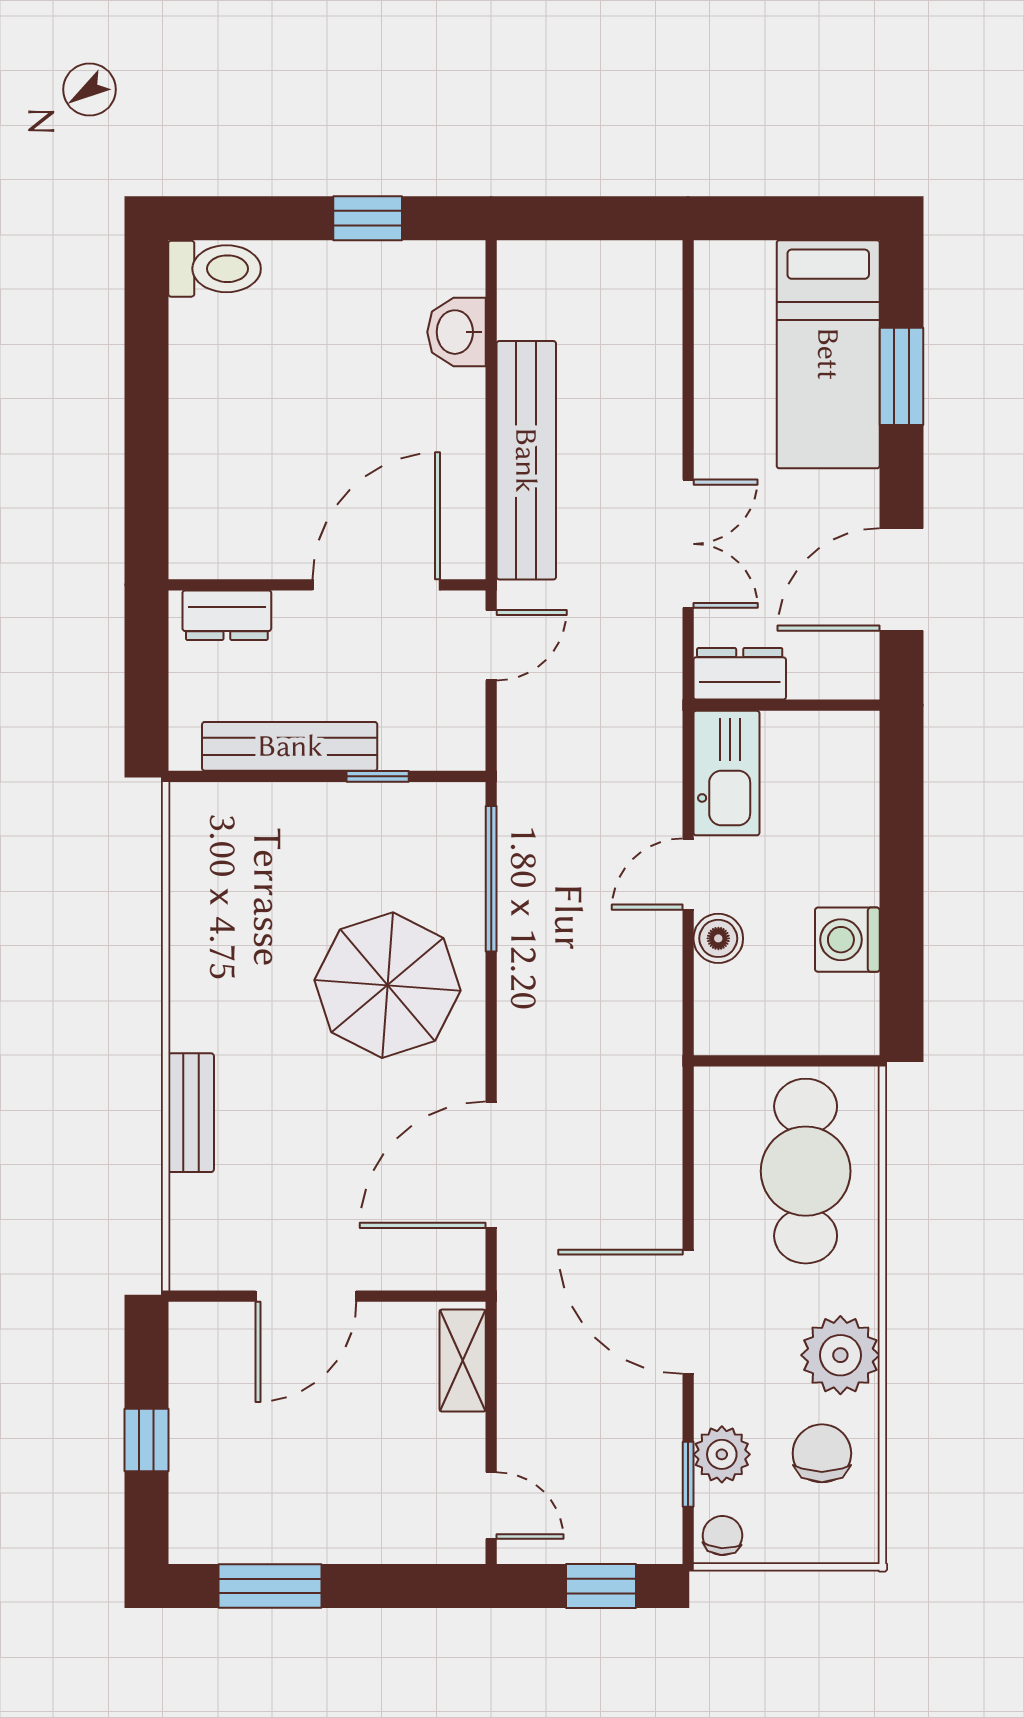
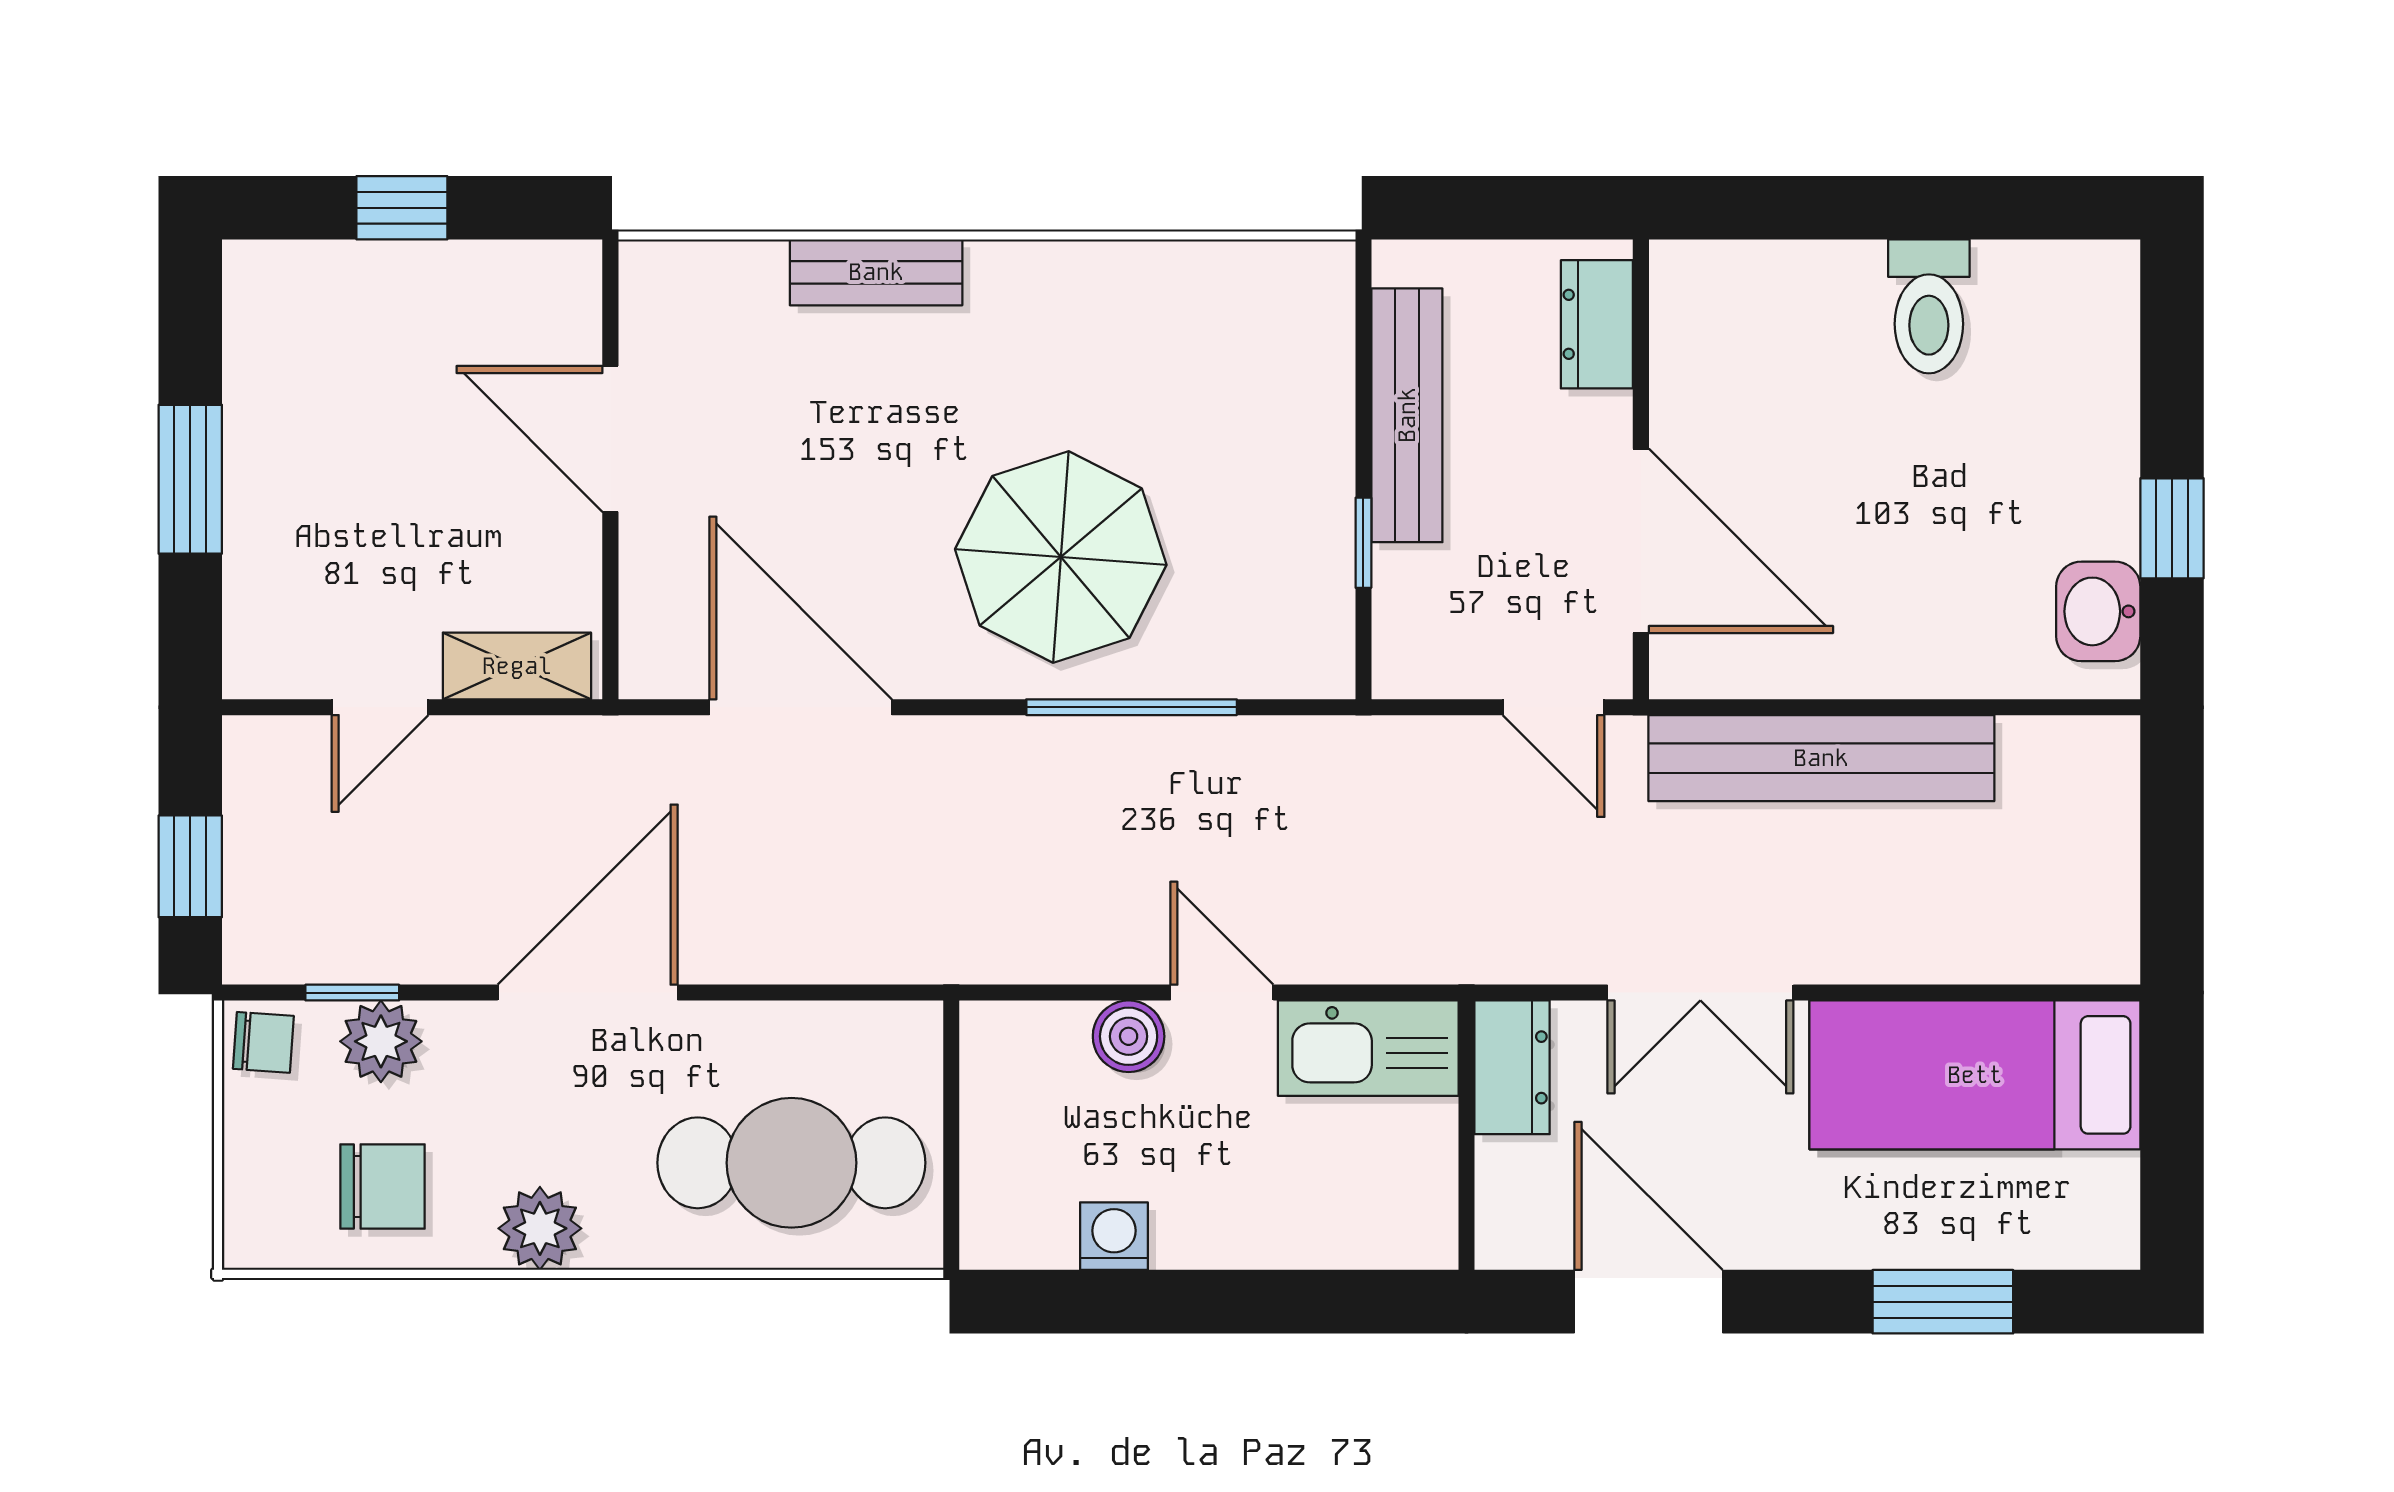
toilet: (215, 269) -> (1929, 306), moved
washbasin: (457, 332) -> (2098, 611), moved, turned -90
bed: (828, 354) -> (1975, 1075), moved
window: (491, 879) -> (1132, 707), moved
washing machine: (847, 940) -> (1114, 1236), width x0.73, depth x0.73
plant: (840, 1355) -> (540, 1228), width x0.73, depth x0.73
door: (491, 1506) -> (380, 707), moved
window: (270, 1586) -> (190, 479), moved

